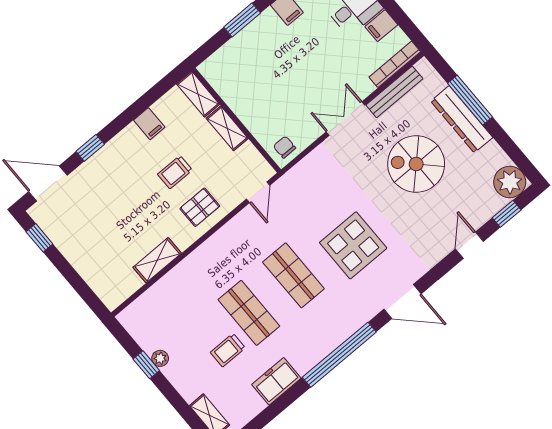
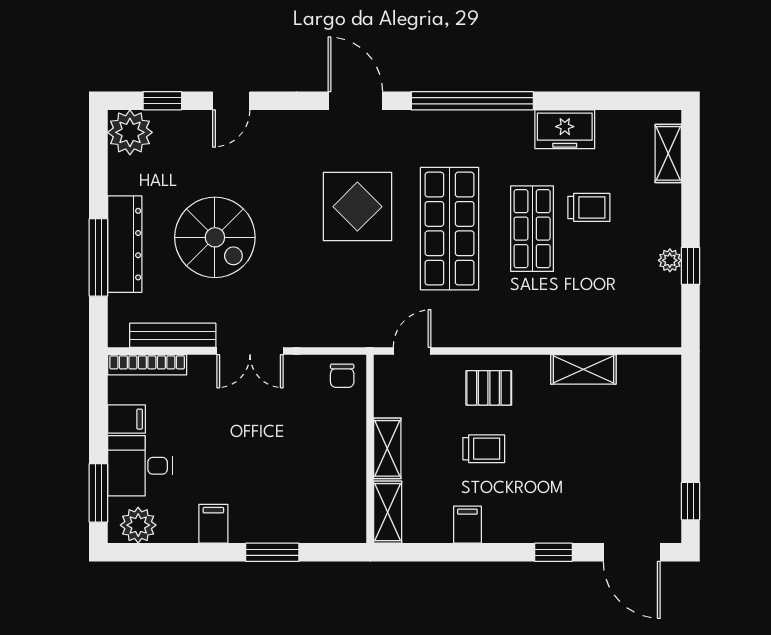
shop shelf: (293, 275) -> (450, 229), width x1.43, depth x1.36

